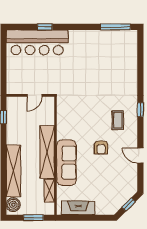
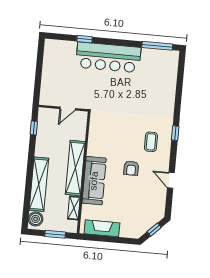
bar counter: (37, 42) -> (108, 57), moved

